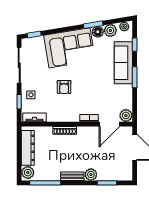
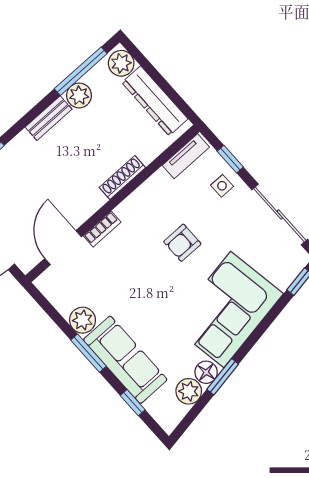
plant: (124, 27) -> (173, 416), removed
armchair: (64, 87) -> (182, 243), turned -90
plant: (126, 115) -> (83, 320), moved
plant: (91, 175) -> (79, 95), moved

